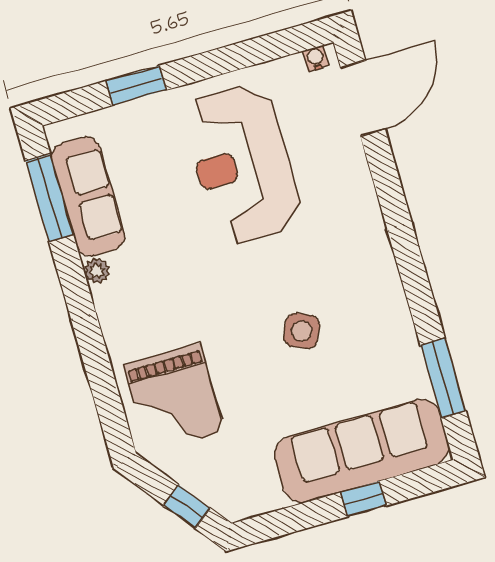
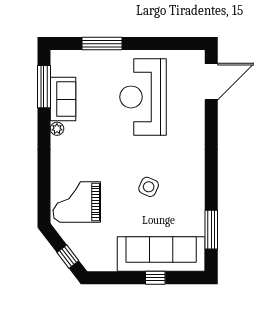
water cooler: (316, 58) -> (194, 55), removed
window: (136, 85) -> (102, 44), width x1.44
sofa: (88, 196) -> (63, 99), width x0.73
grand piano: (174, 398) -> (77, 202), turned 90

